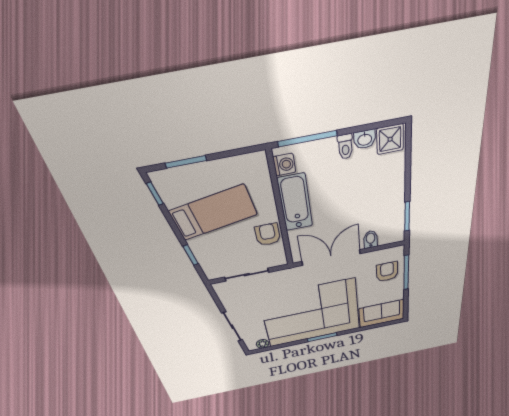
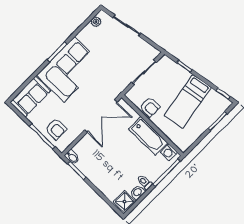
bidet: (371, 239) -> (72, 157), moved
corner sofa: (311, 313) -> (69, 69), width x0.73, depth x0.74

